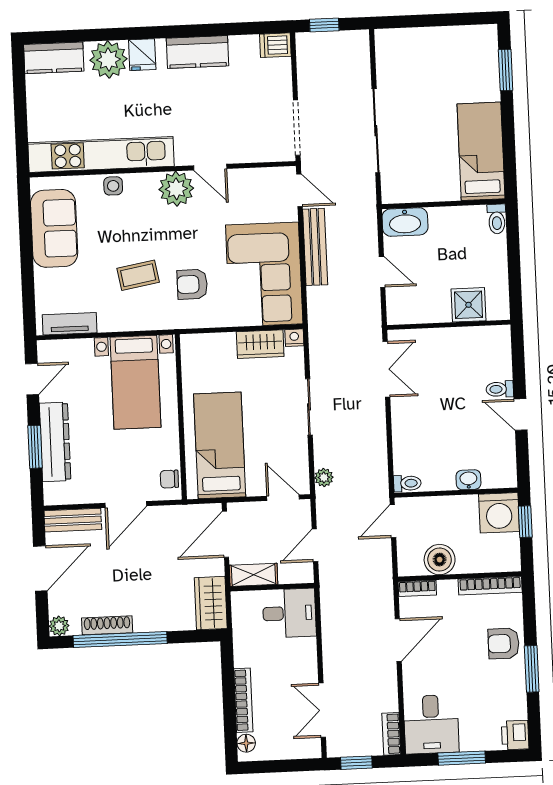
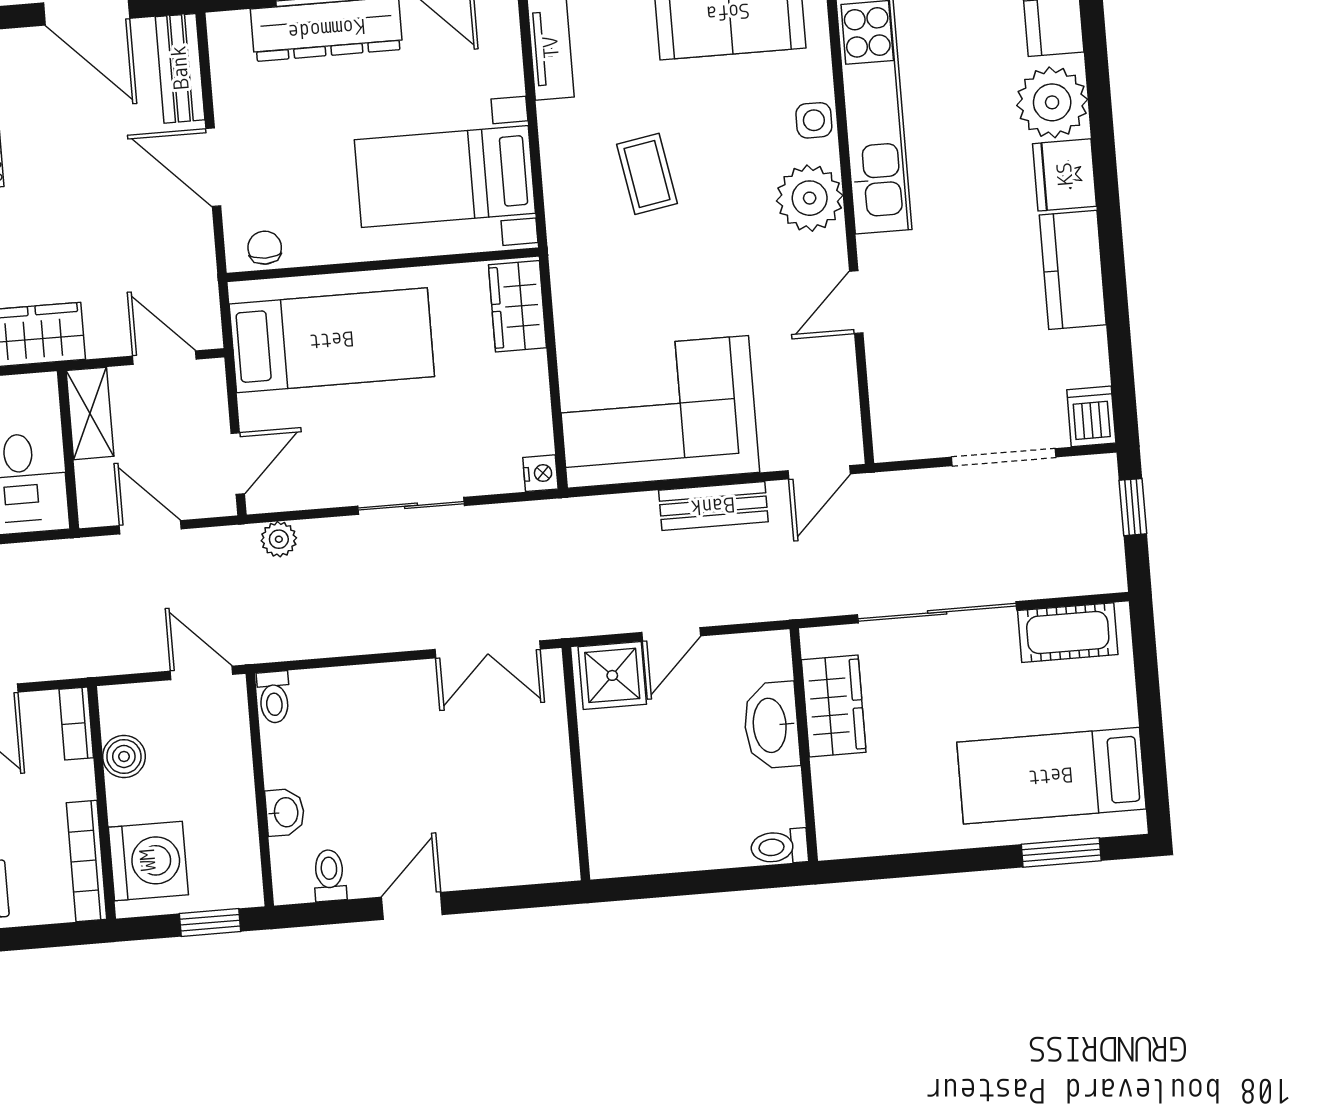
fridge: (142, 55) -> (1065, 175), width x1.38
cot: (389, 62) -> (1068, 633), added
doorway: (297, 128) -> (1004, 457), moved
bed: (481, 151) -> (1051, 776), moved, turned 180
wardrobe: (423, 187) -> (834, 706), added
plant: (176, 189) -> (810, 198), moved
washbasin: (405, 222) -> (771, 725), moved
bench: (315, 247) -> (713, 506), width x0.73
armchair: (192, 284) -> (634, 277), removed
shower: (468, 305) -> (612, 675), moved
wardrobe: (260, 344) -> (517, 306), moved
toilet: (500, 389) -> (330, 875), moved
washing machine: (499, 513) -> (148, 861), moved, turned 180
door: (225, 534) -> (164, 358), width x0.73
boiler: (440, 560) -> (124, 756), width x0.73, depth x0.73

